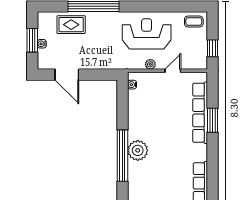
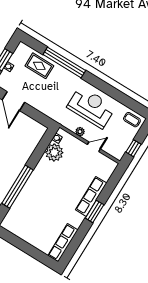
row of seats: (200, 113) -> (91, 196), width x0.73
window: (213, 120) -> (95, 211), moved
plant: (138, 150) -> (54, 152), moved

